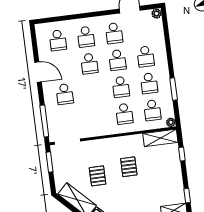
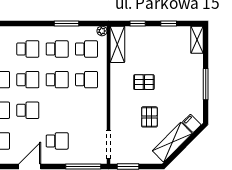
pallet: (98, 176) -> (149, 117), turned 90
window: (187, 196) -> (169, 23), moved

